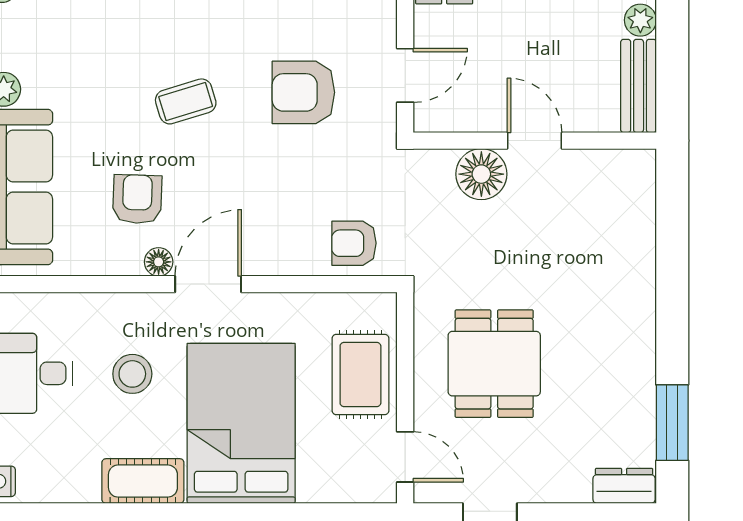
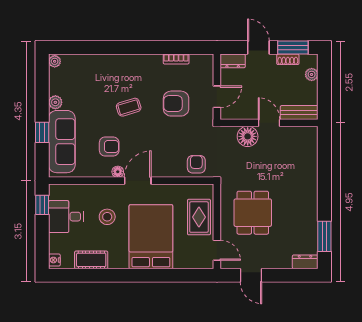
bench: (639, 86) -> (299, 113), moved, turned 90
armchair: (137, 199) -> (109, 147), turned 88
armchair: (354, 243) -> (196, 164), turned 90
cot: (143, 481) -> (91, 260), moved

